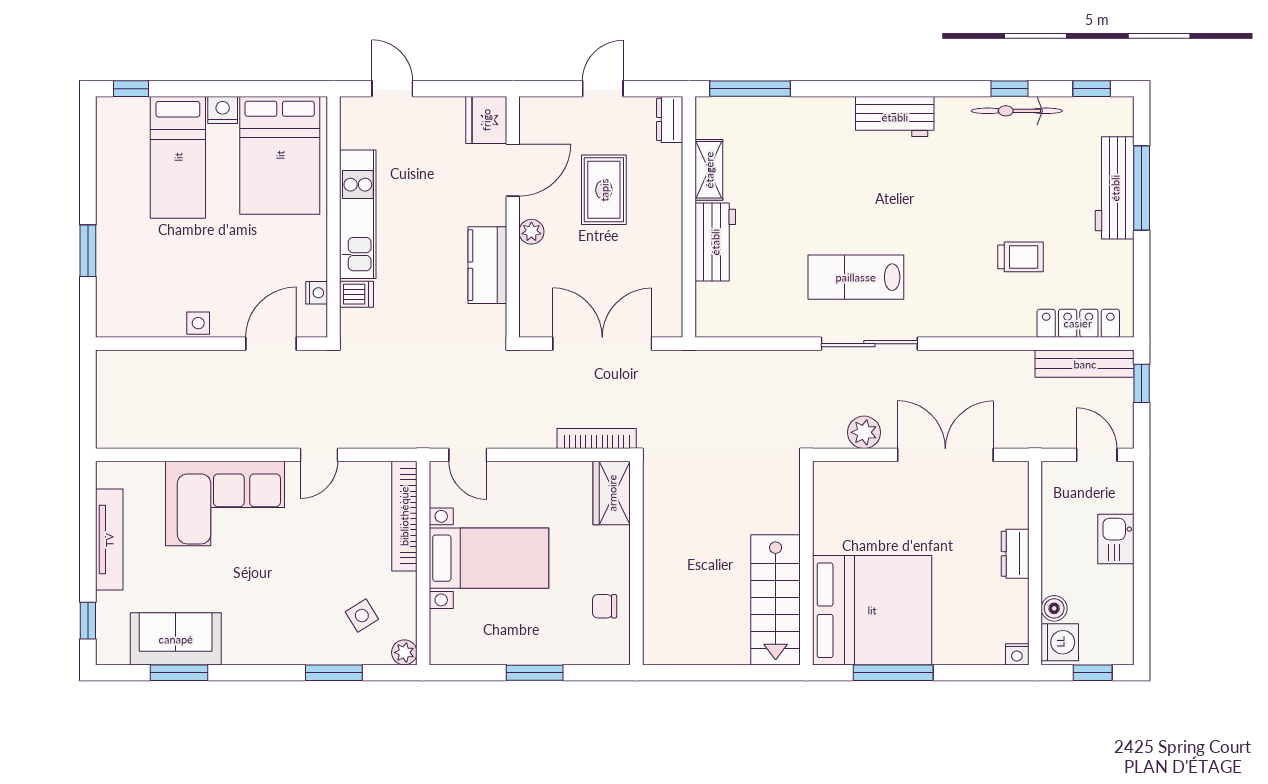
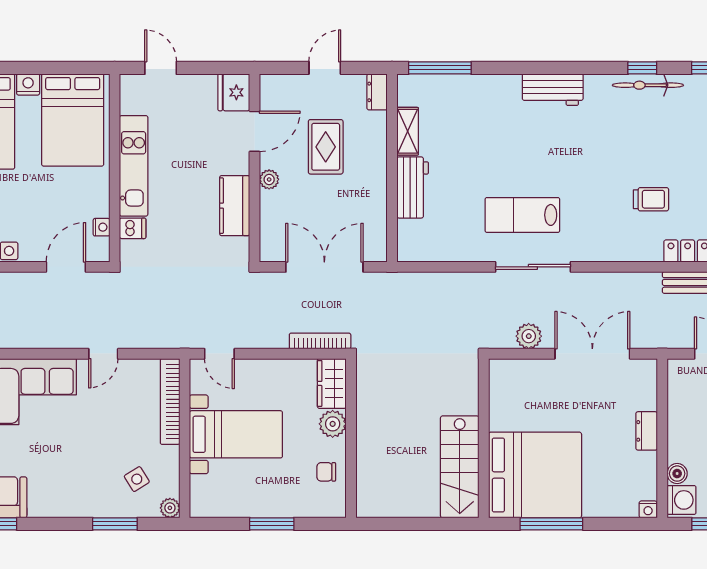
plant: (613, 545) -> (333, 424), added

